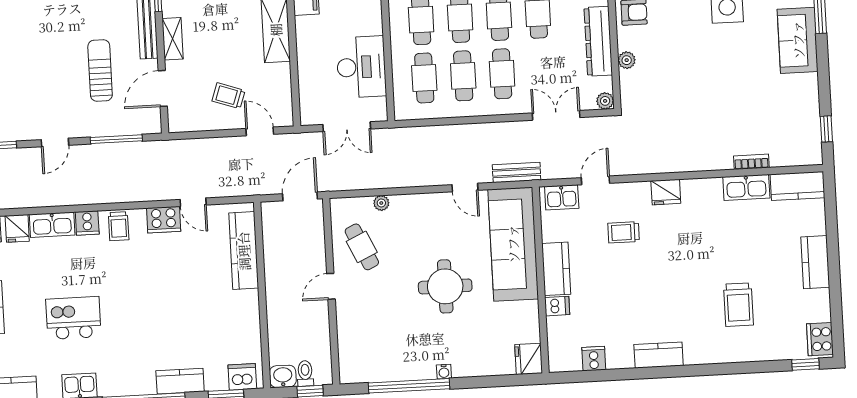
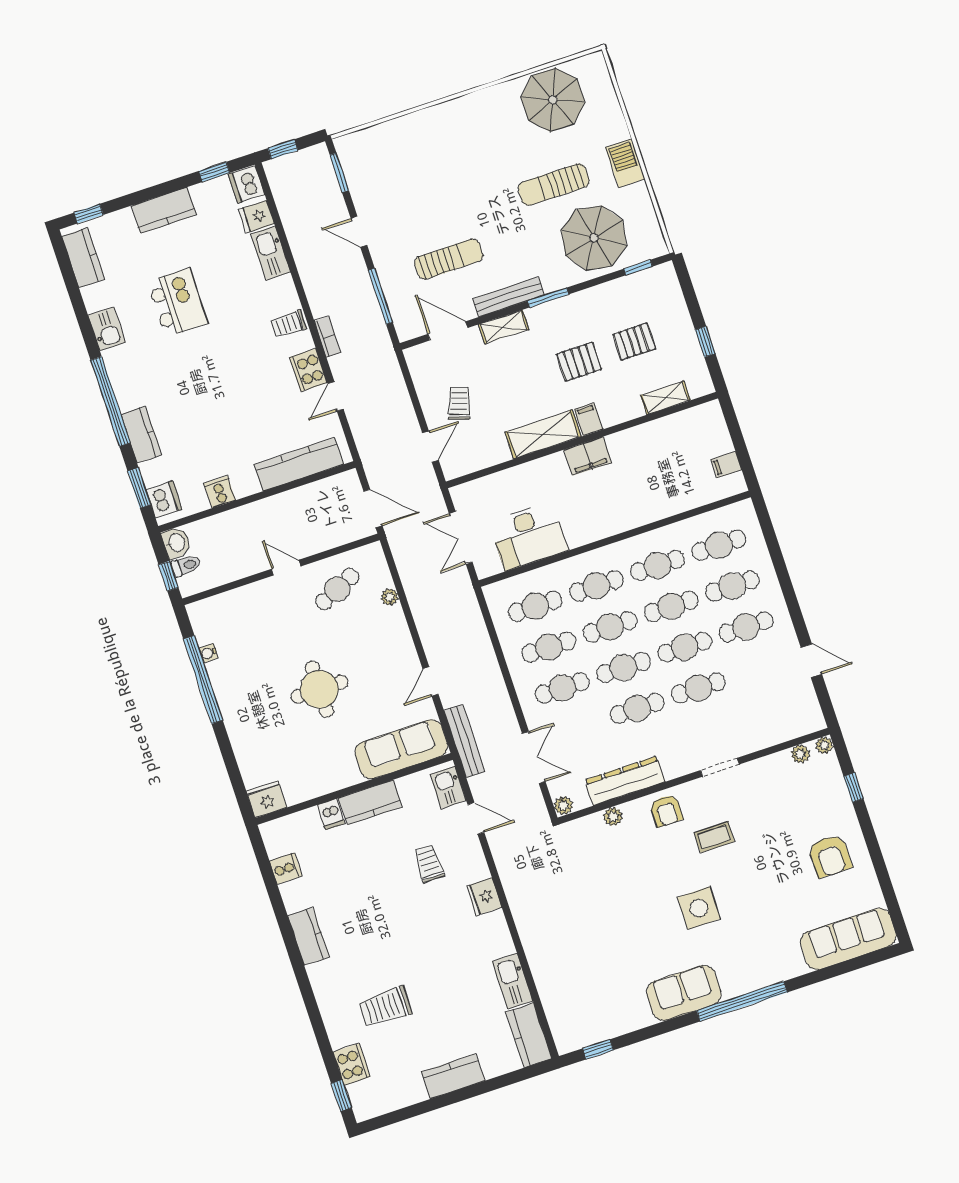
bookcase: (751, 162) -> (328, 337), moved
bench: (517, 172) -> (464, 741), width x1.36
cooker: (87, 223) -> (220, 492), moved, turned 90
sofa: (513, 244) -> (401, 749), width x0.74, depth x0.79
cooker: (820, 339) -> (352, 1064), moved, turned 90
water cooler: (444, 372) -> (208, 653), moved

